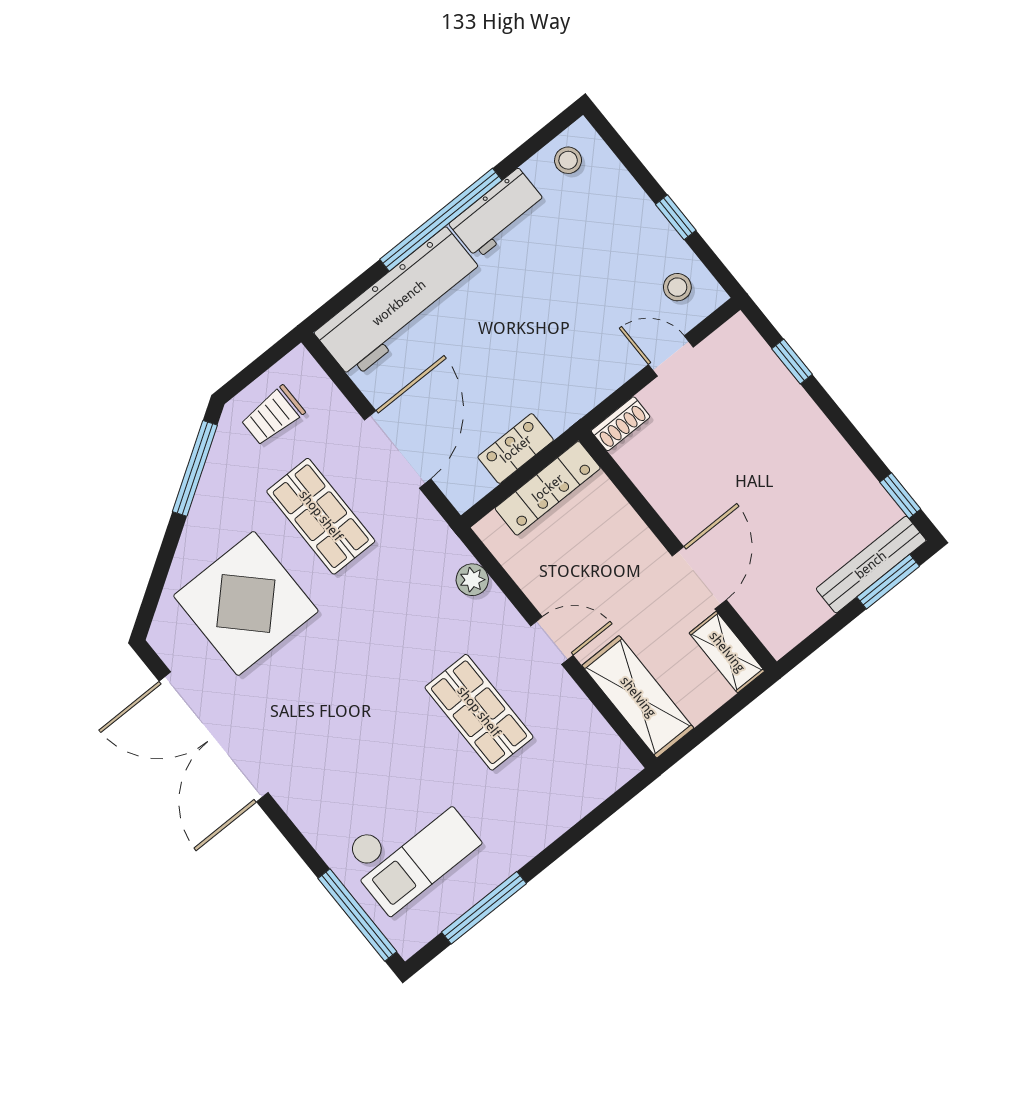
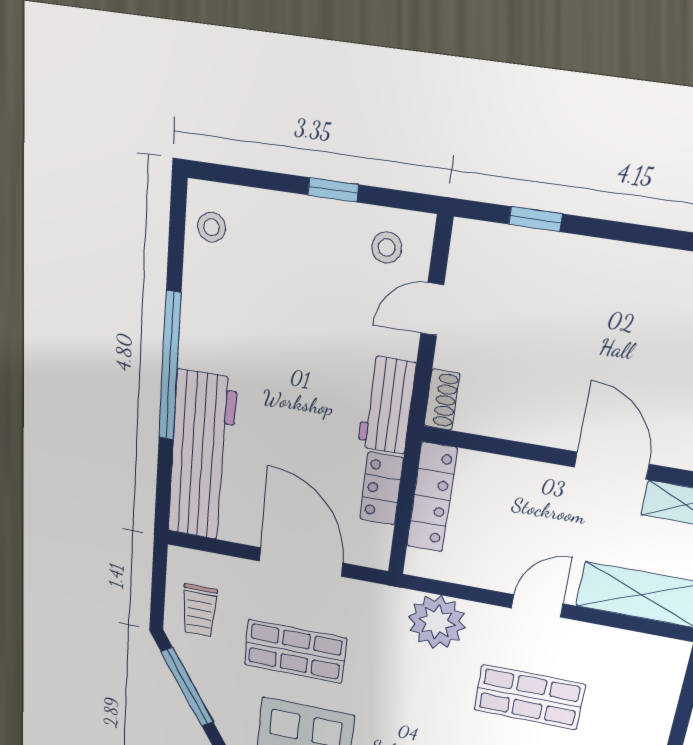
workbench: (498, 214) -> (387, 405), moved, turned 180
plant: (472, 580) -> (437, 622), width x1.87, depth x1.87

